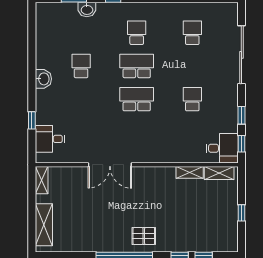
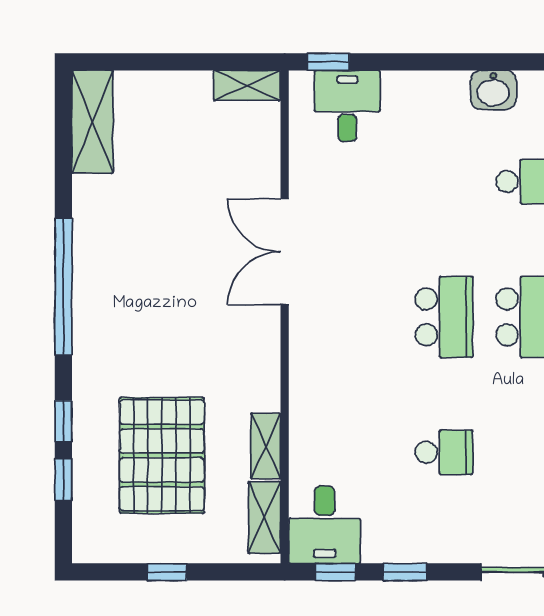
window: (32, 120) -> (328, 62), moved
shelving: (44, 225) -> (92, 122), moved, turned 90
pallet: (144, 236) -> (162, 455), moved, width x2.05, depth x2.00

